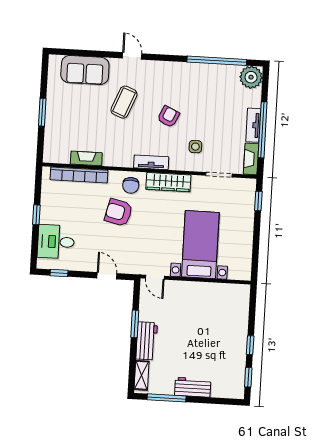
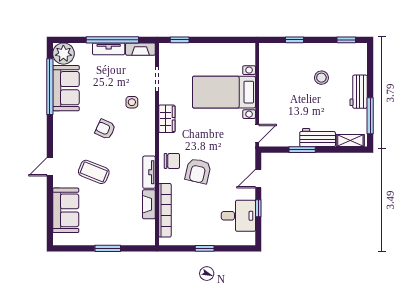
sofa: (214, 78) -> (66, 88), added
tv unit: (151, 162) -> (149, 172), moved
wardrobe: (168, 182) -> (167, 119), width x0.67
desk: (56, 242) -> (238, 216), moved, turned -90
window: (59, 273) -> (258, 208), moved
window: (250, 345) -> (295, 40), moved
stool: (210, 349) -> (321, 78), added

